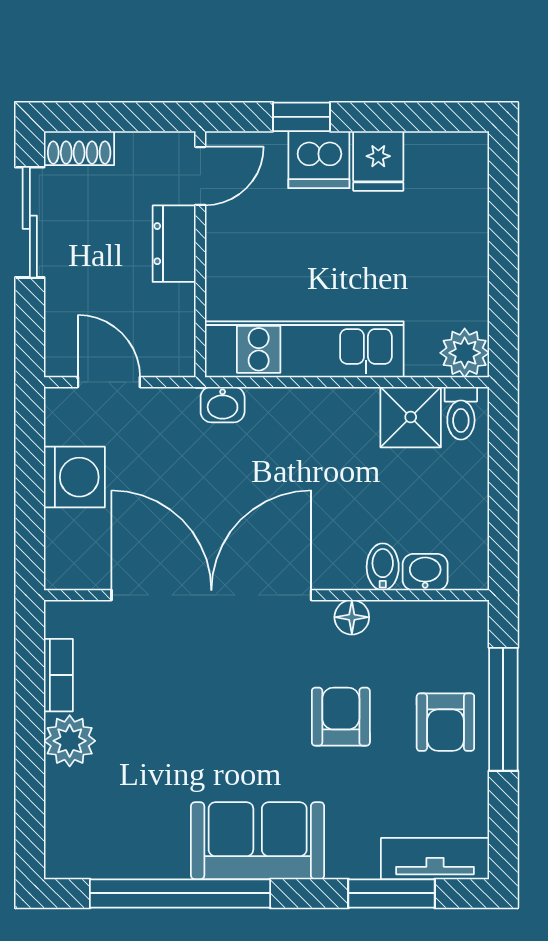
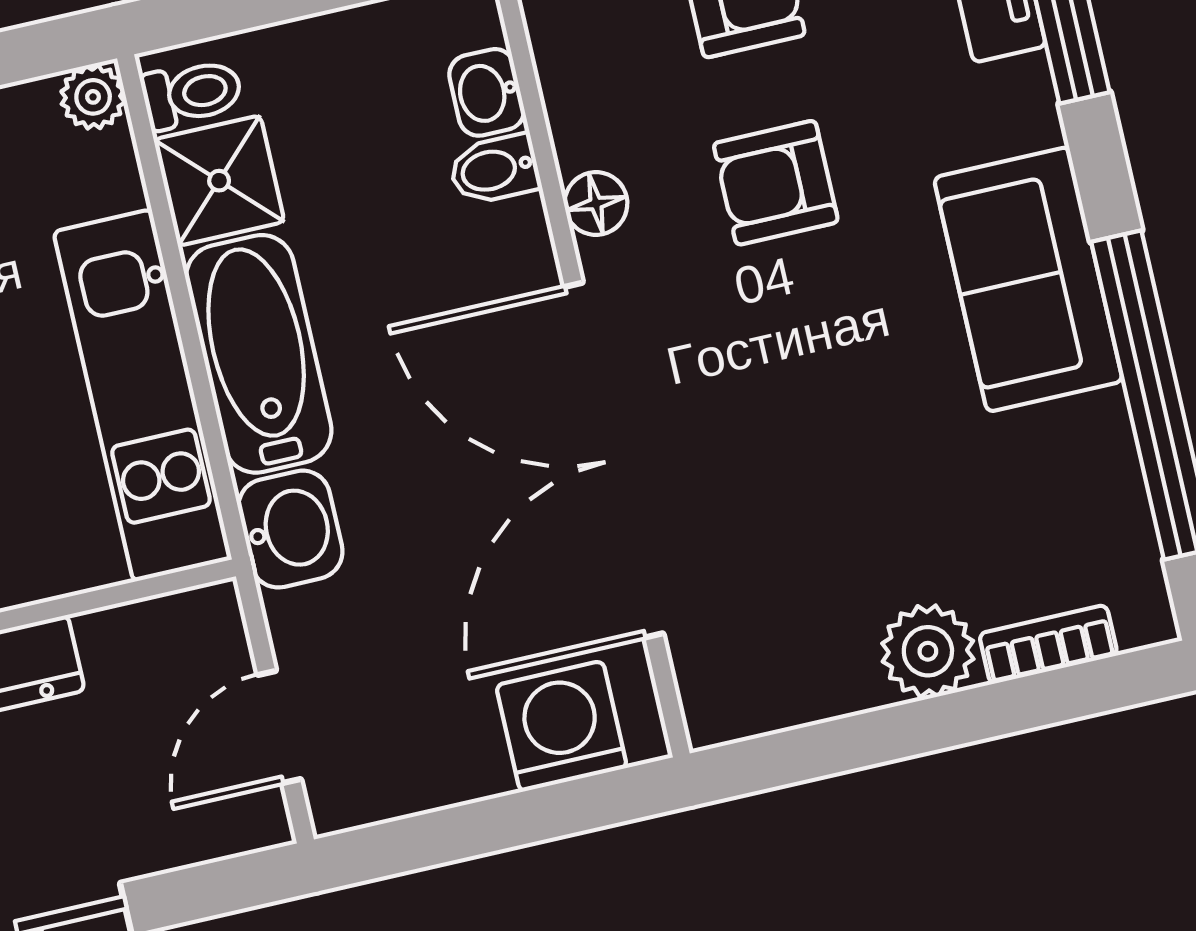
plant: (465, 353) -> (93, 97), width x0.73, depth x0.73
washbasin: (223, 405) -> (290, 529), width x1.38, depth x1.45
bathtub: (312, 417) -> (259, 354), added
washing machine: (74, 477) -> (562, 726), moved
bookcase: (58, 675) -> (1048, 644), moved

